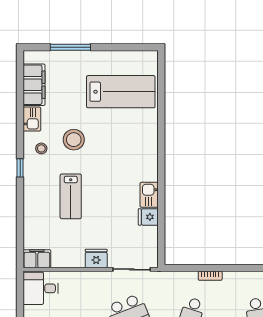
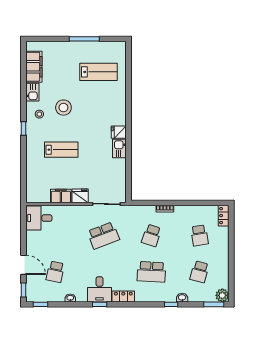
window: (70, 47) -> (84, 39), moved
lab bench: (121, 92) -> (98, 72), width x0.73, depth x0.72
lab bench: (71, 196) -> (61, 150), turned -90
fridge: (148, 217) -> (119, 132), moved
filing cabinet: (37, 259) -> (61, 196), moved

